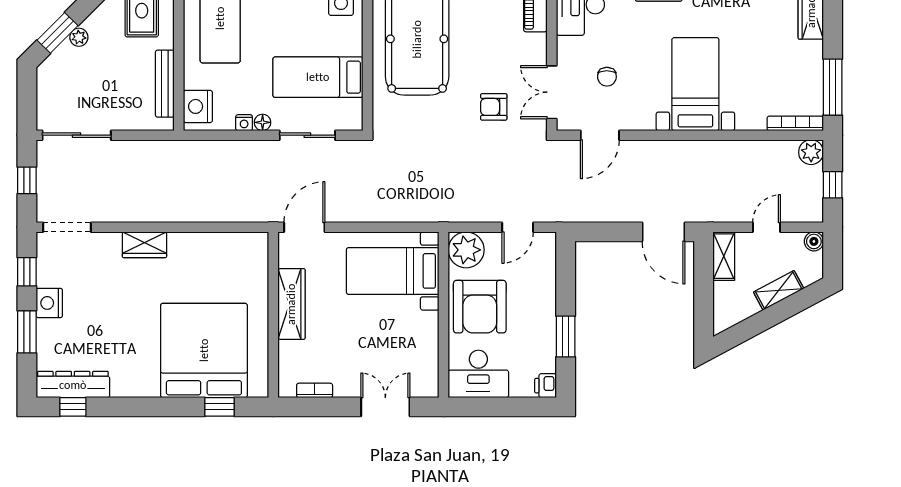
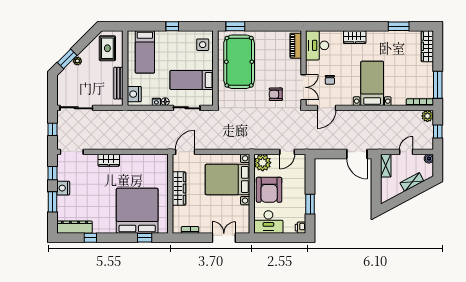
double door: (552, 92) -> (303, 87), swing flipped
bed with nightstands: (393, 271) -> (227, 179), width x1.36
window: (73, 407) -> (90, 238), moved

